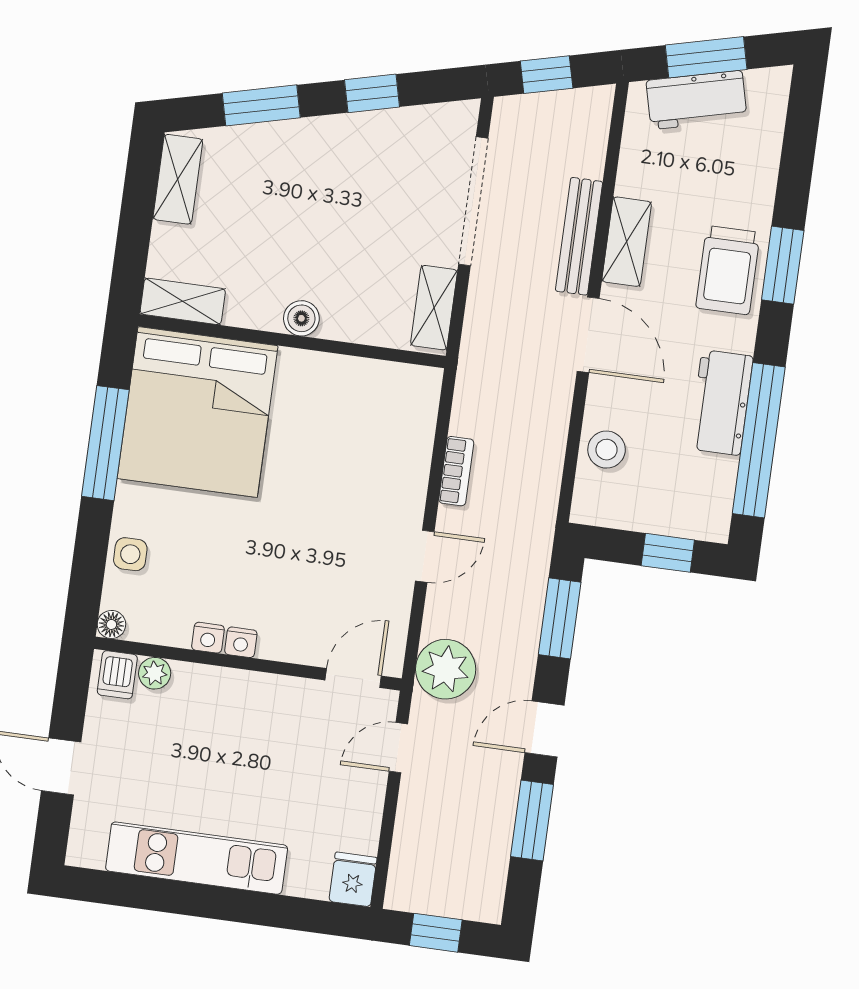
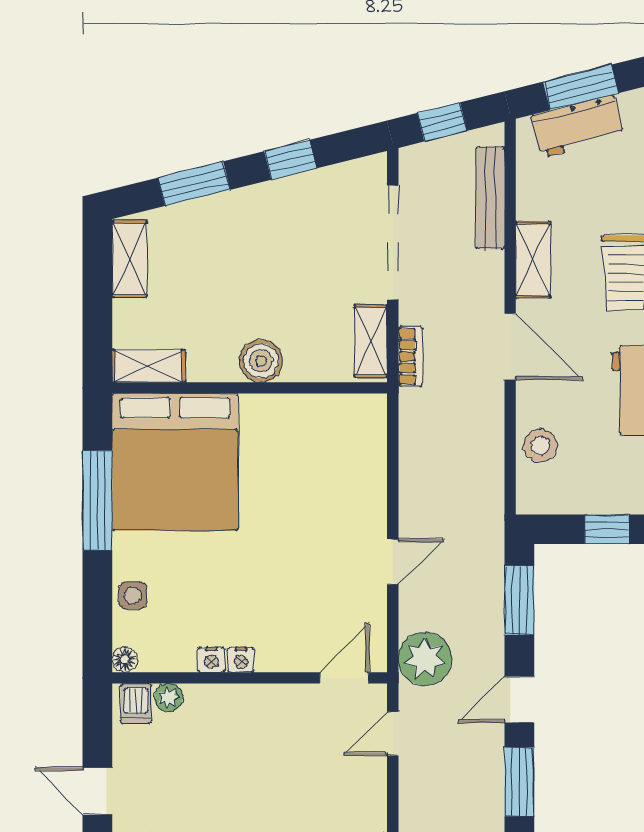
bench: (579, 236) -> (490, 198), moved
boiler: (301, 318) -> (261, 361), width x1.36, depth x1.36
bookcase: (456, 471) -> (410, 356), moved

